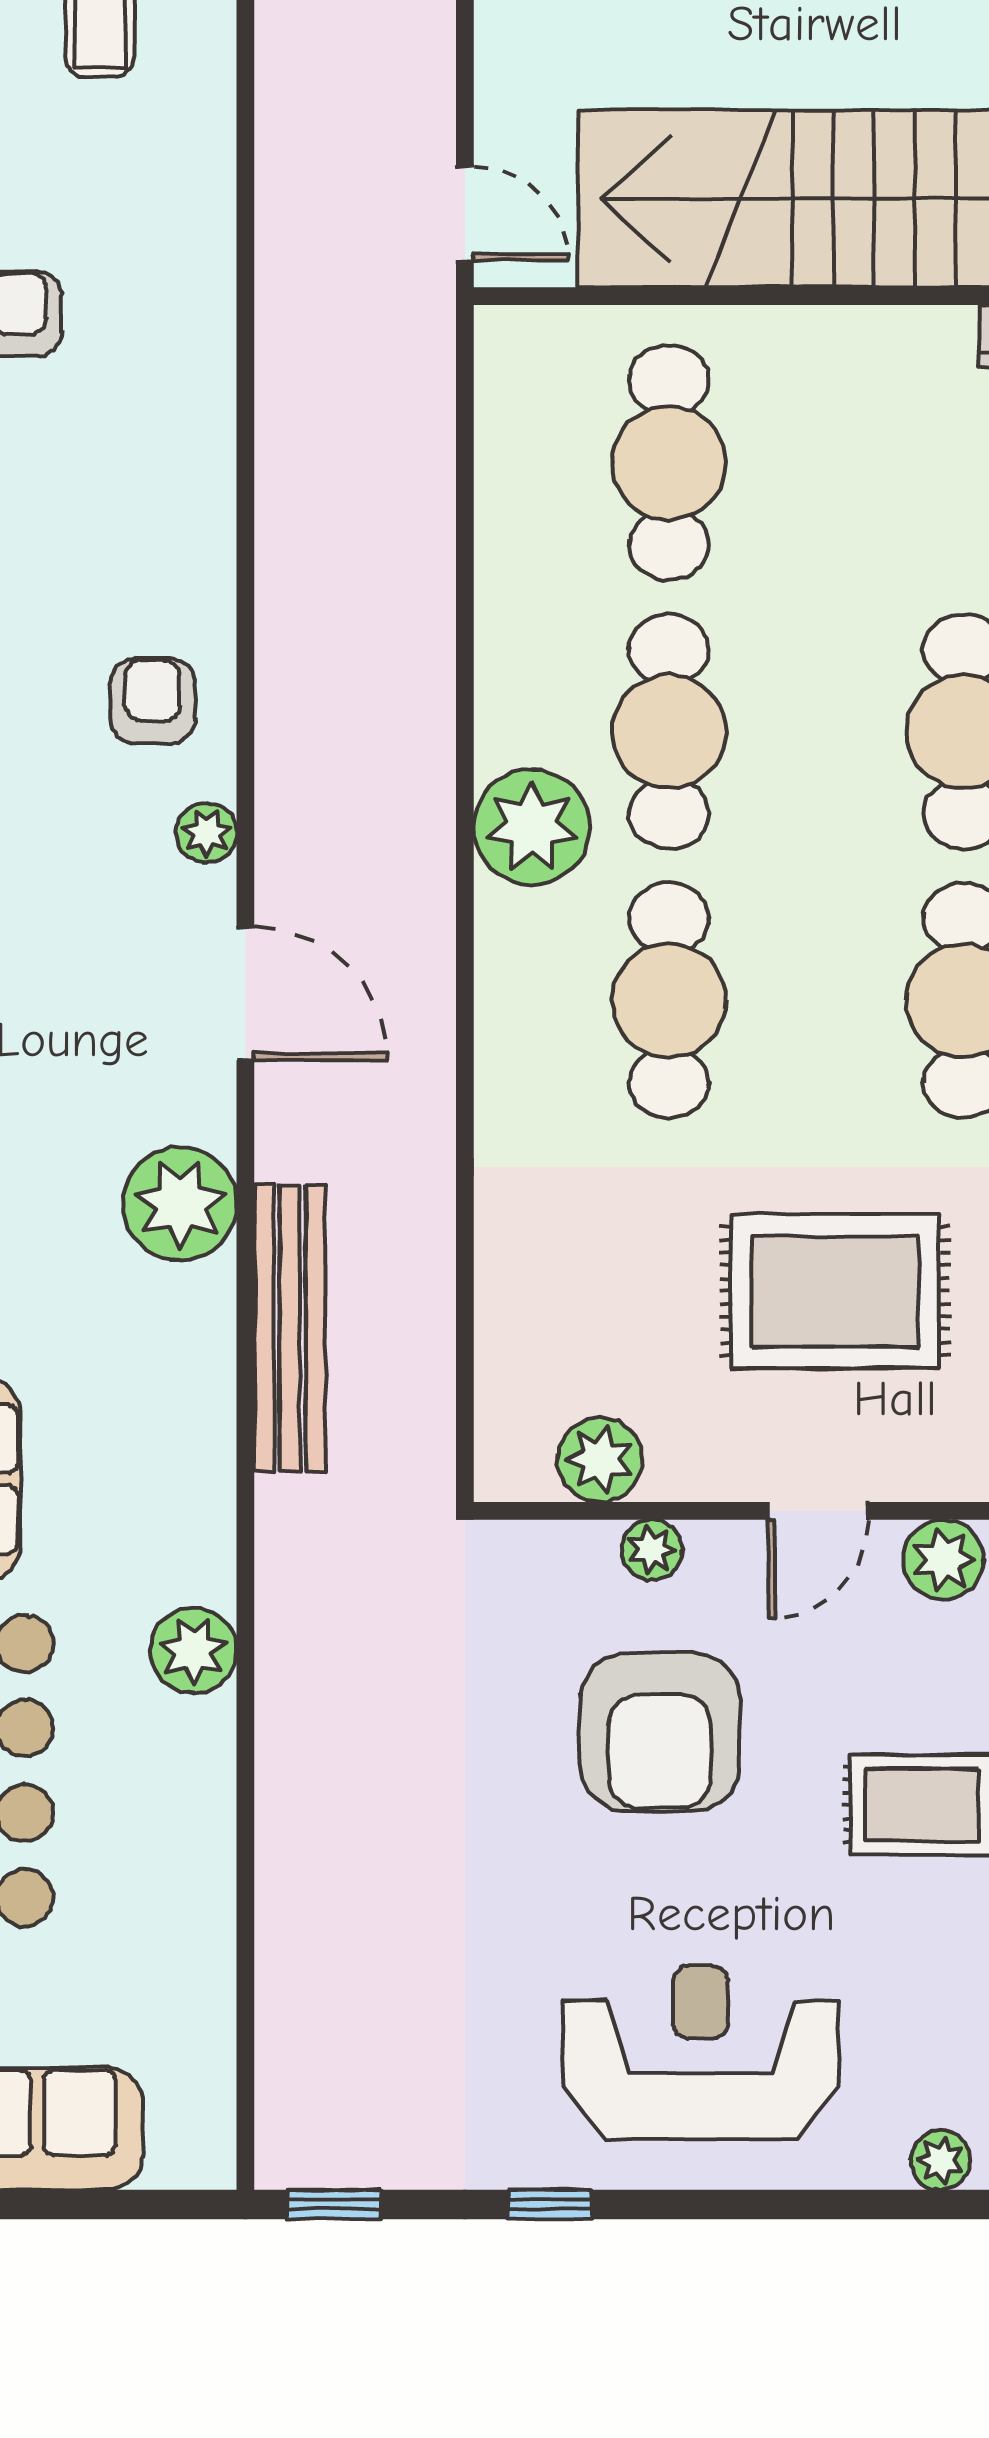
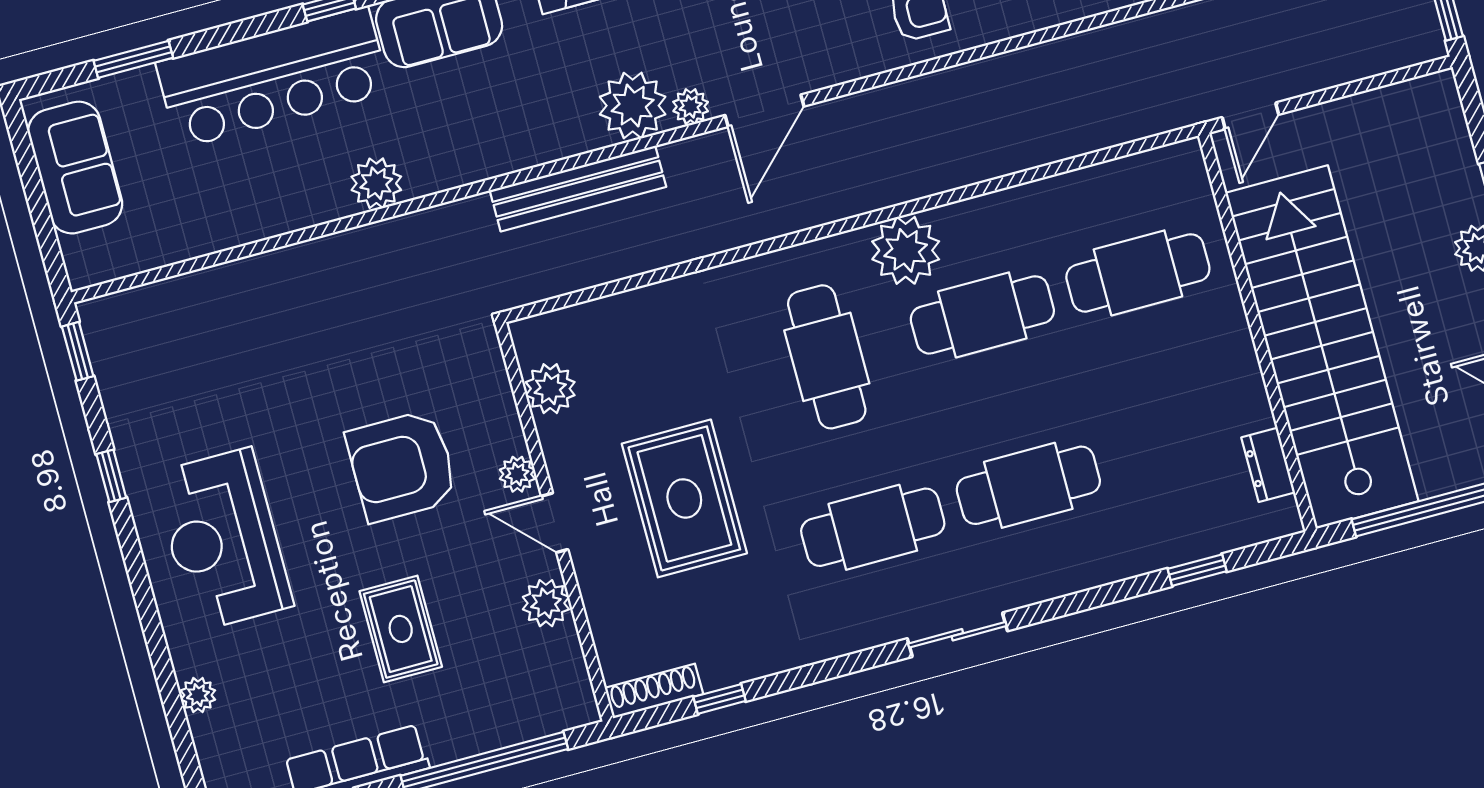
plant: (206, 832) -> (691, 106), moved
cafe table: (669, 1000) -> (827, 357), turned 90
plant: (652, 1550) -> (517, 474), moved
reception desk: (701, 2052) -> (223, 540), turned 180

